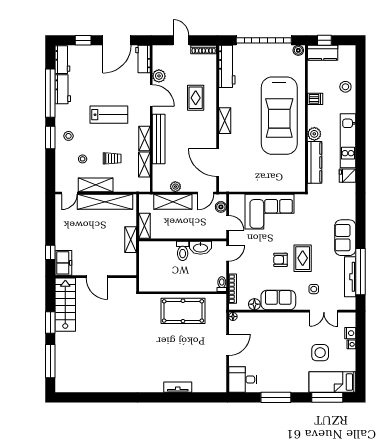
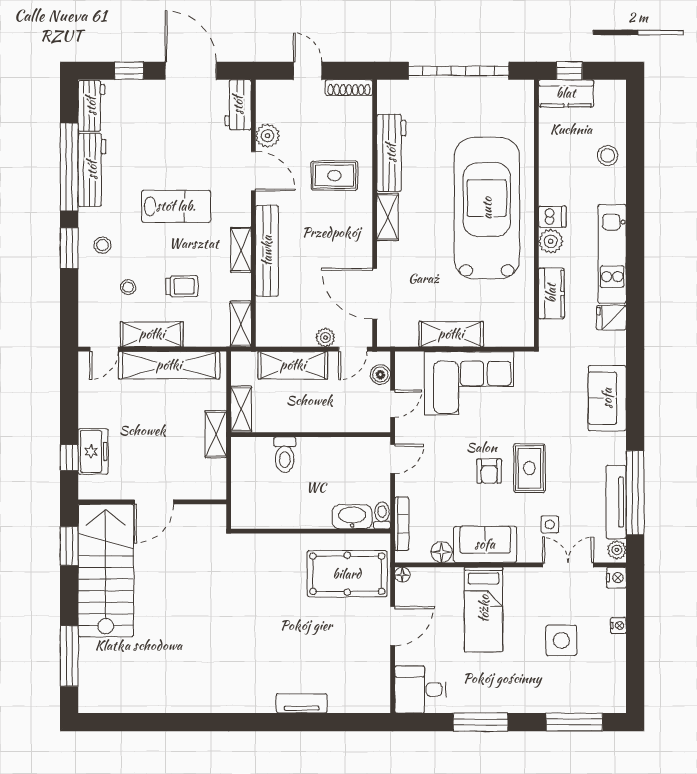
door: (117, 40) -> (191, 71), swing flipped
boiler: (298, 50) -> (522, 89), removed
workbench: (227, 66) -> (391, 153), moved
workbench: (63, 89) -> (92, 170), width x1.38
rug: (196, 98) -> (334, 176), turned 90
dishwasher: (315, 99) -> (552, 217), moved
car: (279, 116) -> (487, 208), turned 180
kitchen counter: (315, 162) -> (551, 293), width x0.67
shelving: (144, 165) -> (241, 324), moved
shelving: (260, 185) -> (451, 334), added
plant: (175, 187) -> (325, 338), moved
door: (228, 223) -> (393, 404), hinge flipped
sofa: (345, 238) -> (607, 398), moved
washbasin: (200, 248) -> (352, 517), moved, turned 180
toilet: (183, 251) -> (285, 455), moved
armchair: (280, 260) -> (489, 471), turned -90
freezer: (63, 263) -> (93, 451), moved
door: (97, 277) -> (154, 502), hinge flipped
plant: (351, 303) -> (617, 550), added
stairs: (65, 305) -> (106, 571), width x1.36, depth x1.51
pool table: (183, 311) -> (347, 574), moved
double door: (324, 311) -> (568, 565), swing flipped
window: (50, 322) -> (69, 546), moved
nightstand: (350, 333) -> (616, 578), moved
bed: (332, 382) -> (484, 609), moved, turned -90

